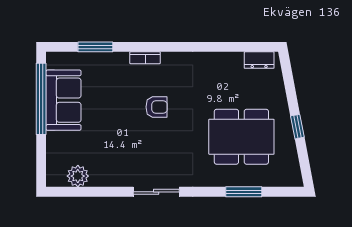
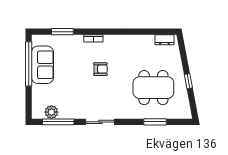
window: (89, 192) -> (58, 122), added

